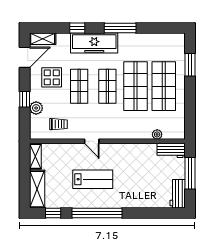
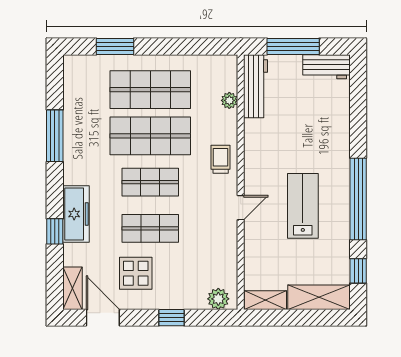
window: (120, 28) -> (55, 136), moved
freezer: (94, 43) -> (76, 214), width x0.73, depth x0.79
plant: (36, 108) -> (218, 299), moved
trolley: (59, 124) -> (221, 159), moved
workbench: (171, 150) -> (256, 86), width x1.38

